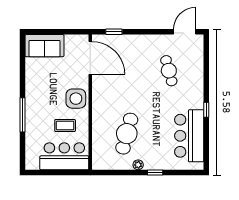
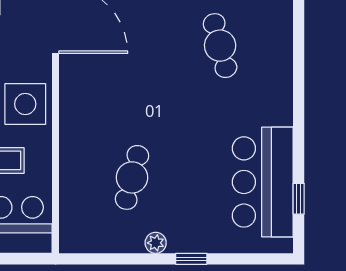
window: (206, 110) -> (299, 199), moved
cafe table: (127, 134) -> (132, 177), width x0.73, depth x0.74

